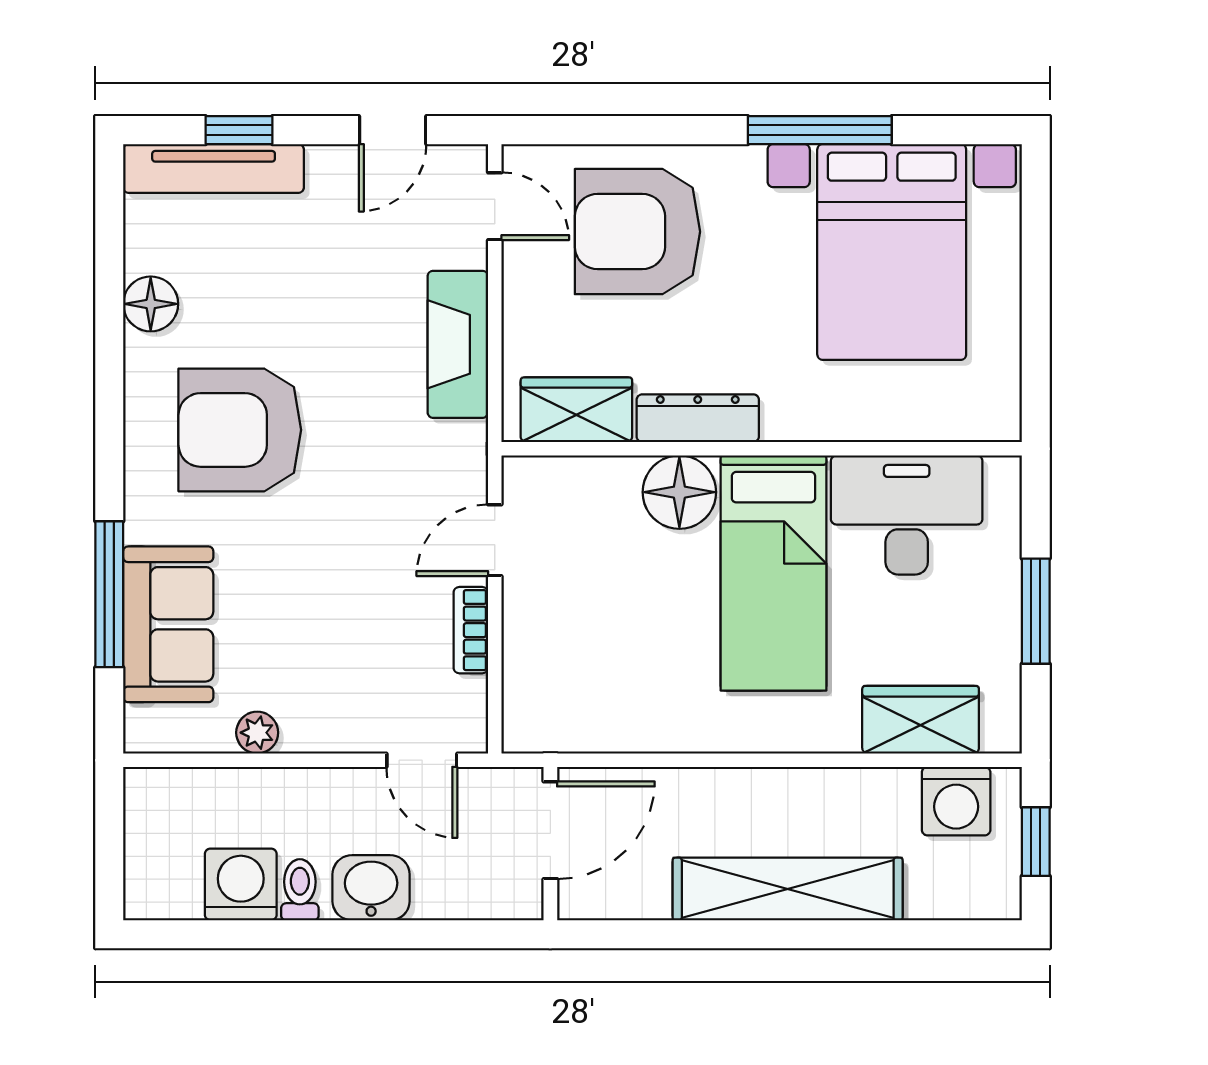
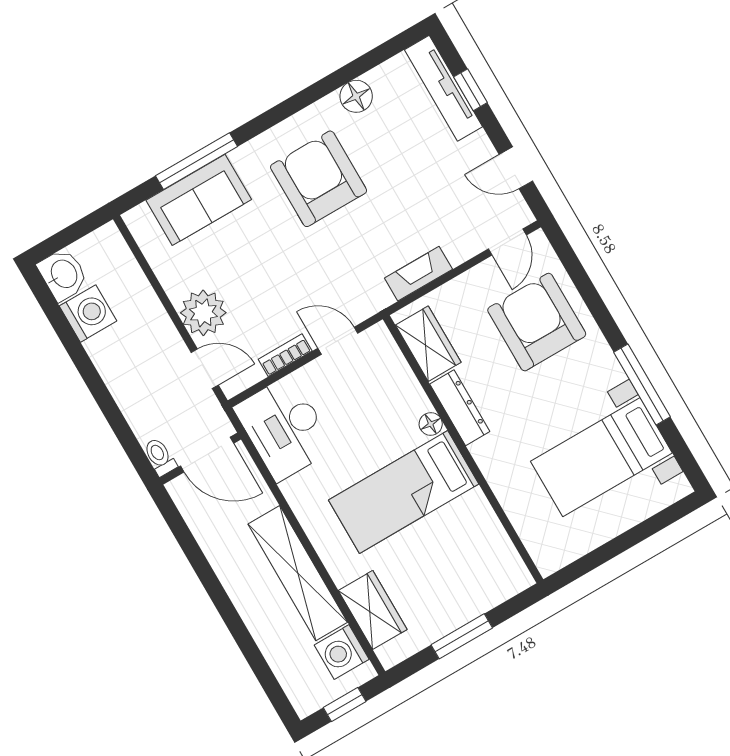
bed with nightstands: (892, 252) -> (601, 457), width x0.73
fireplace: (458, 344) -> (418, 274), width x0.73, depth x0.76
floor lamp: (679, 492) -> (431, 424), width x0.53, depth x0.53
desk: (907, 515) -> (284, 428), moved, turned 180
plant: (257, 733) -> (203, 313), moved, width x1.87, depth x1.87
door: (422, 760) -> (205, 369), swing flipped
washbasin: (371, 888) -> (63, 274), moved
shelving: (788, 889) -> (298, 573), moved
toilet: (300, 890) -> (160, 457), moved, turned -90

